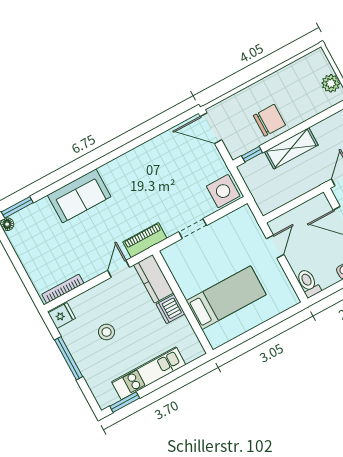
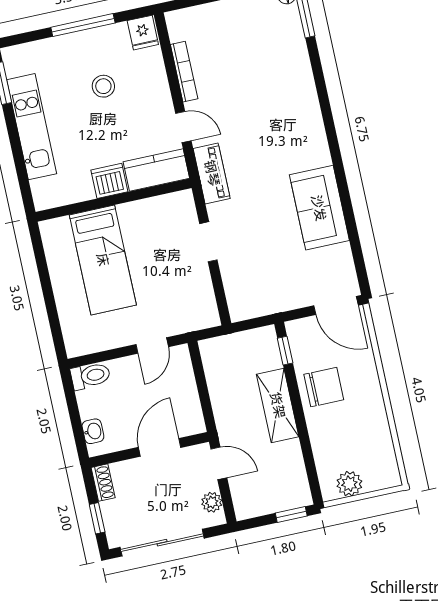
chair: (269, 120) -> (324, 387), turned -90
door: (211, 128) -> (336, 305), swing flipped
side table: (223, 191) -> (247, 297), removed
sofa: (79, 196) -> (319, 208), moved
door: (275, 247) -> (152, 346), hinge flipped
bookcase: (63, 289) -> (184, 72), moved

